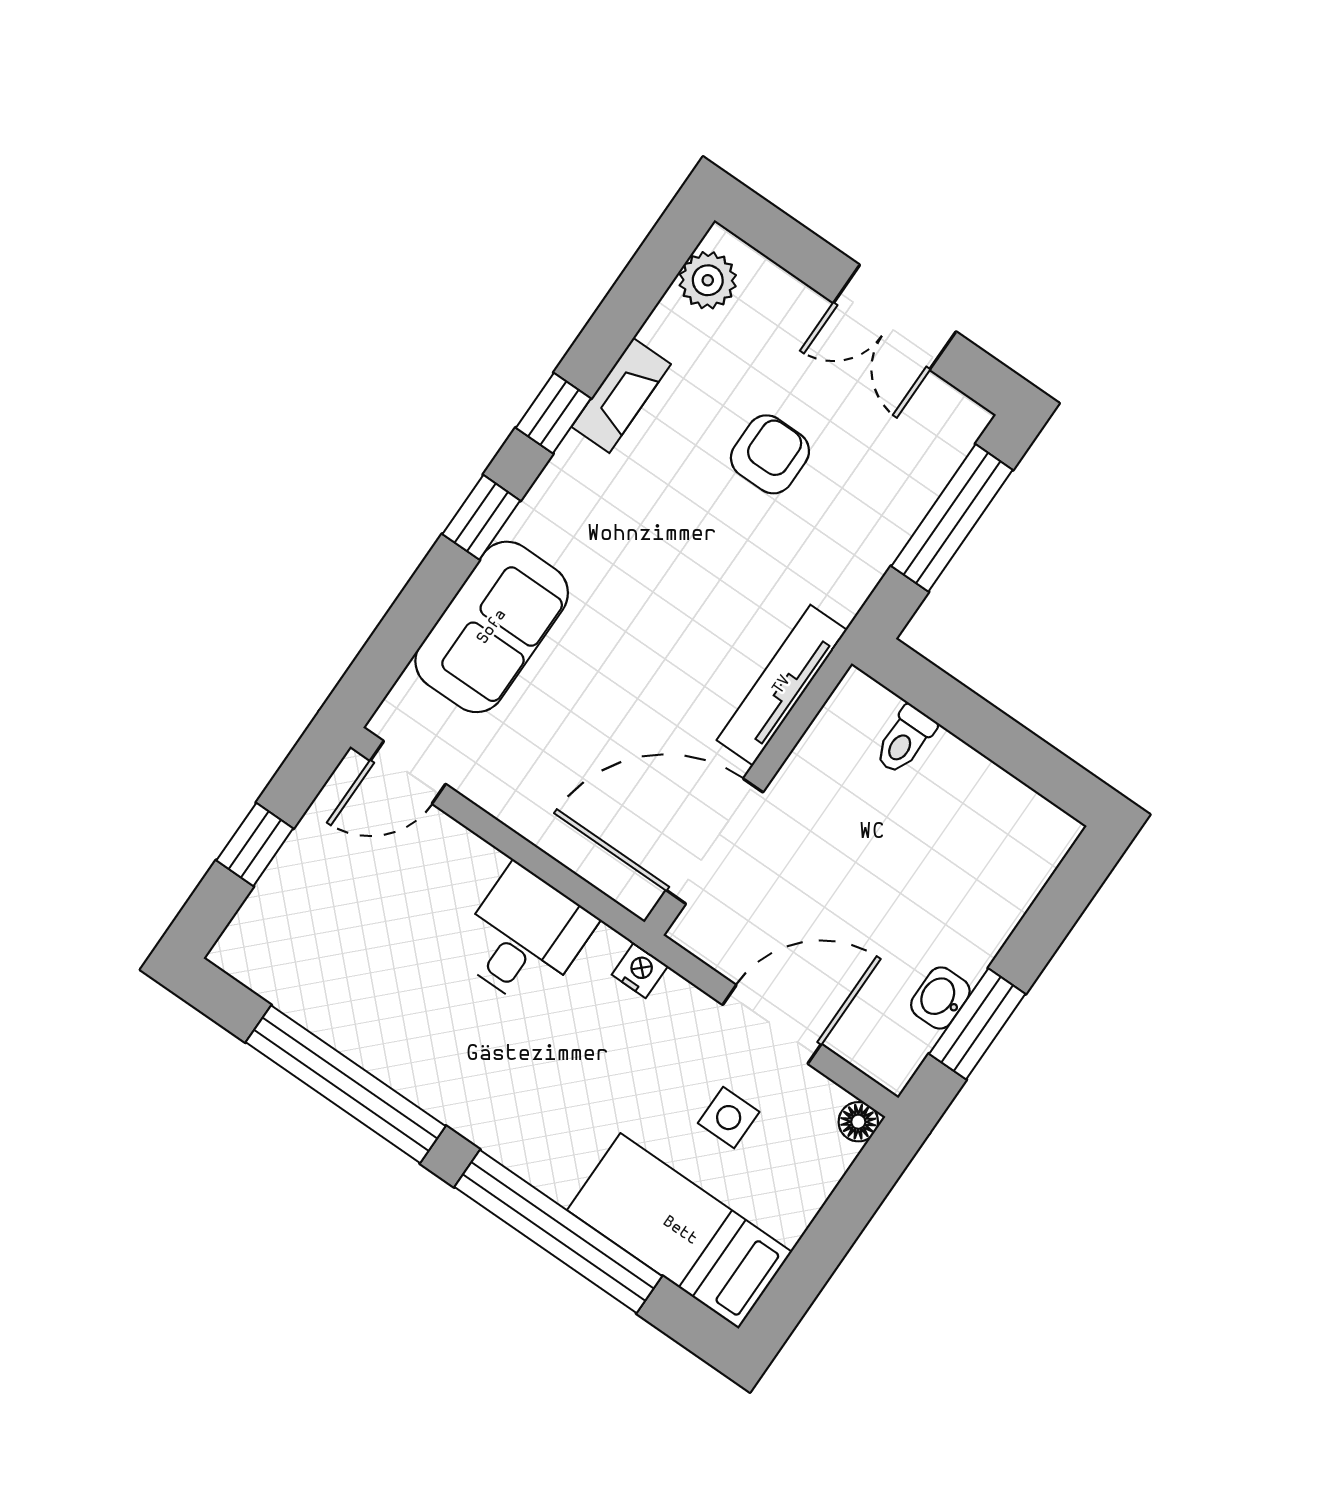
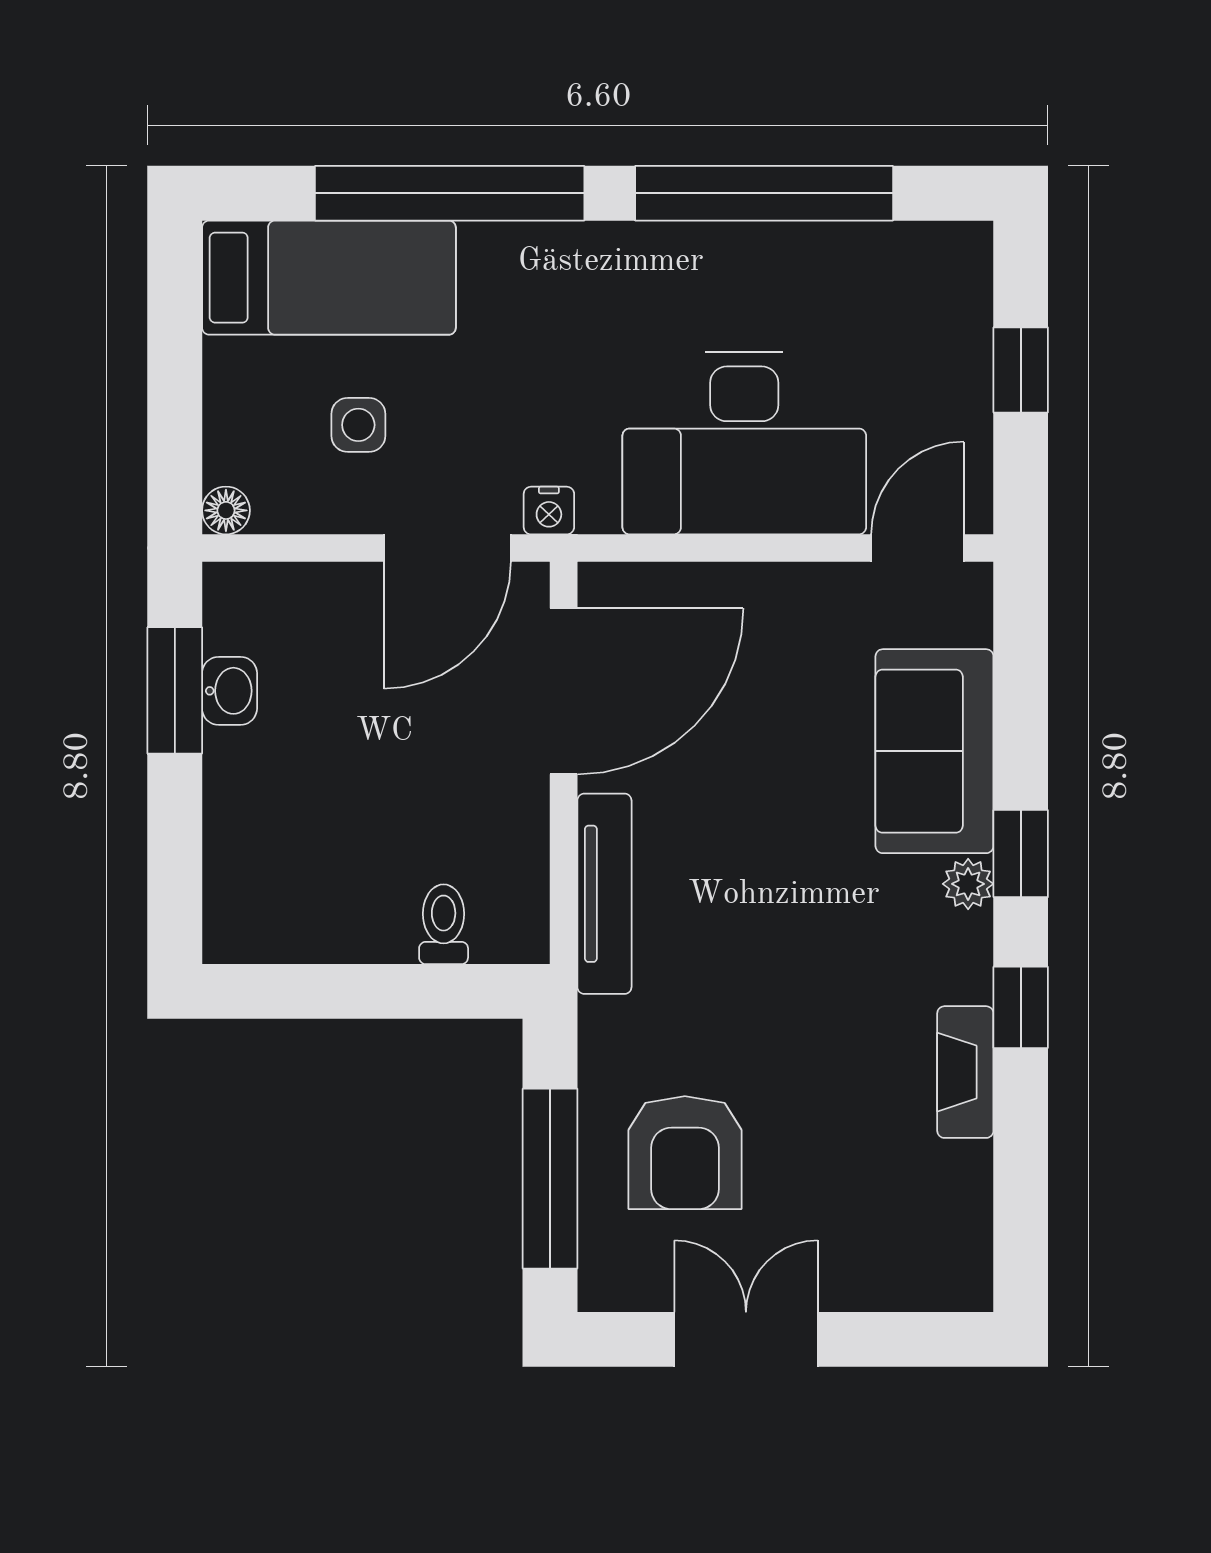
plant: (708, 280) -> (968, 884), moved, width x0.73, depth x0.73
armchair: (770, 454) -> (685, 1153), moved, width x1.38, depth x1.38
desk: (524, 937) -> (744, 443), width x1.87, depth x1.30
door: (772, 1024) -> (447, 548), moved

